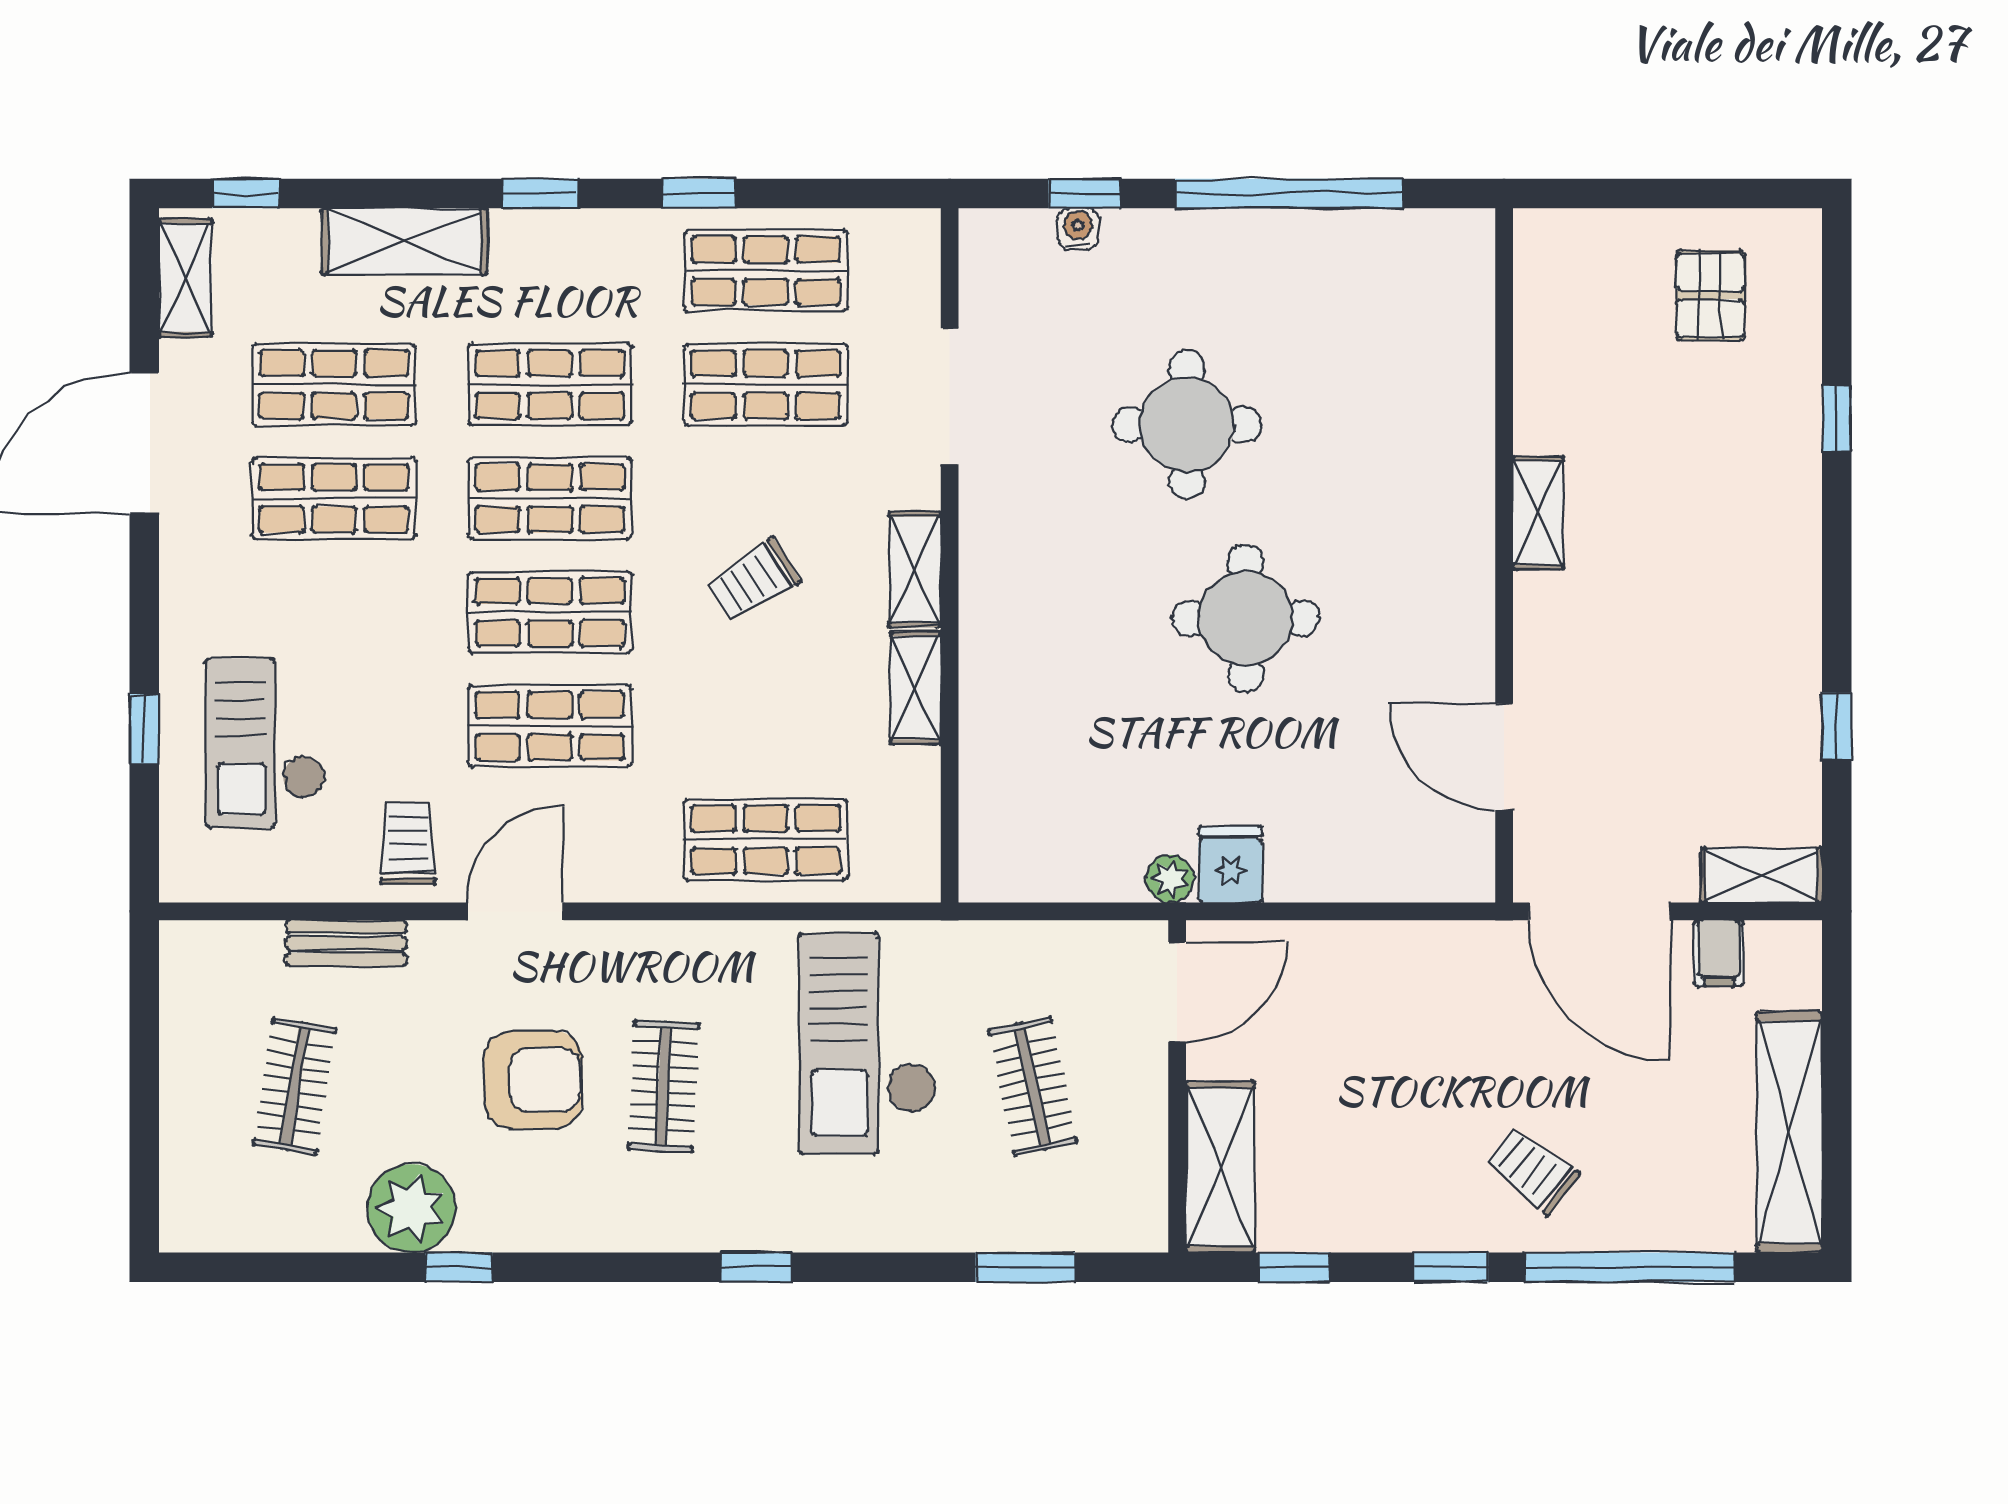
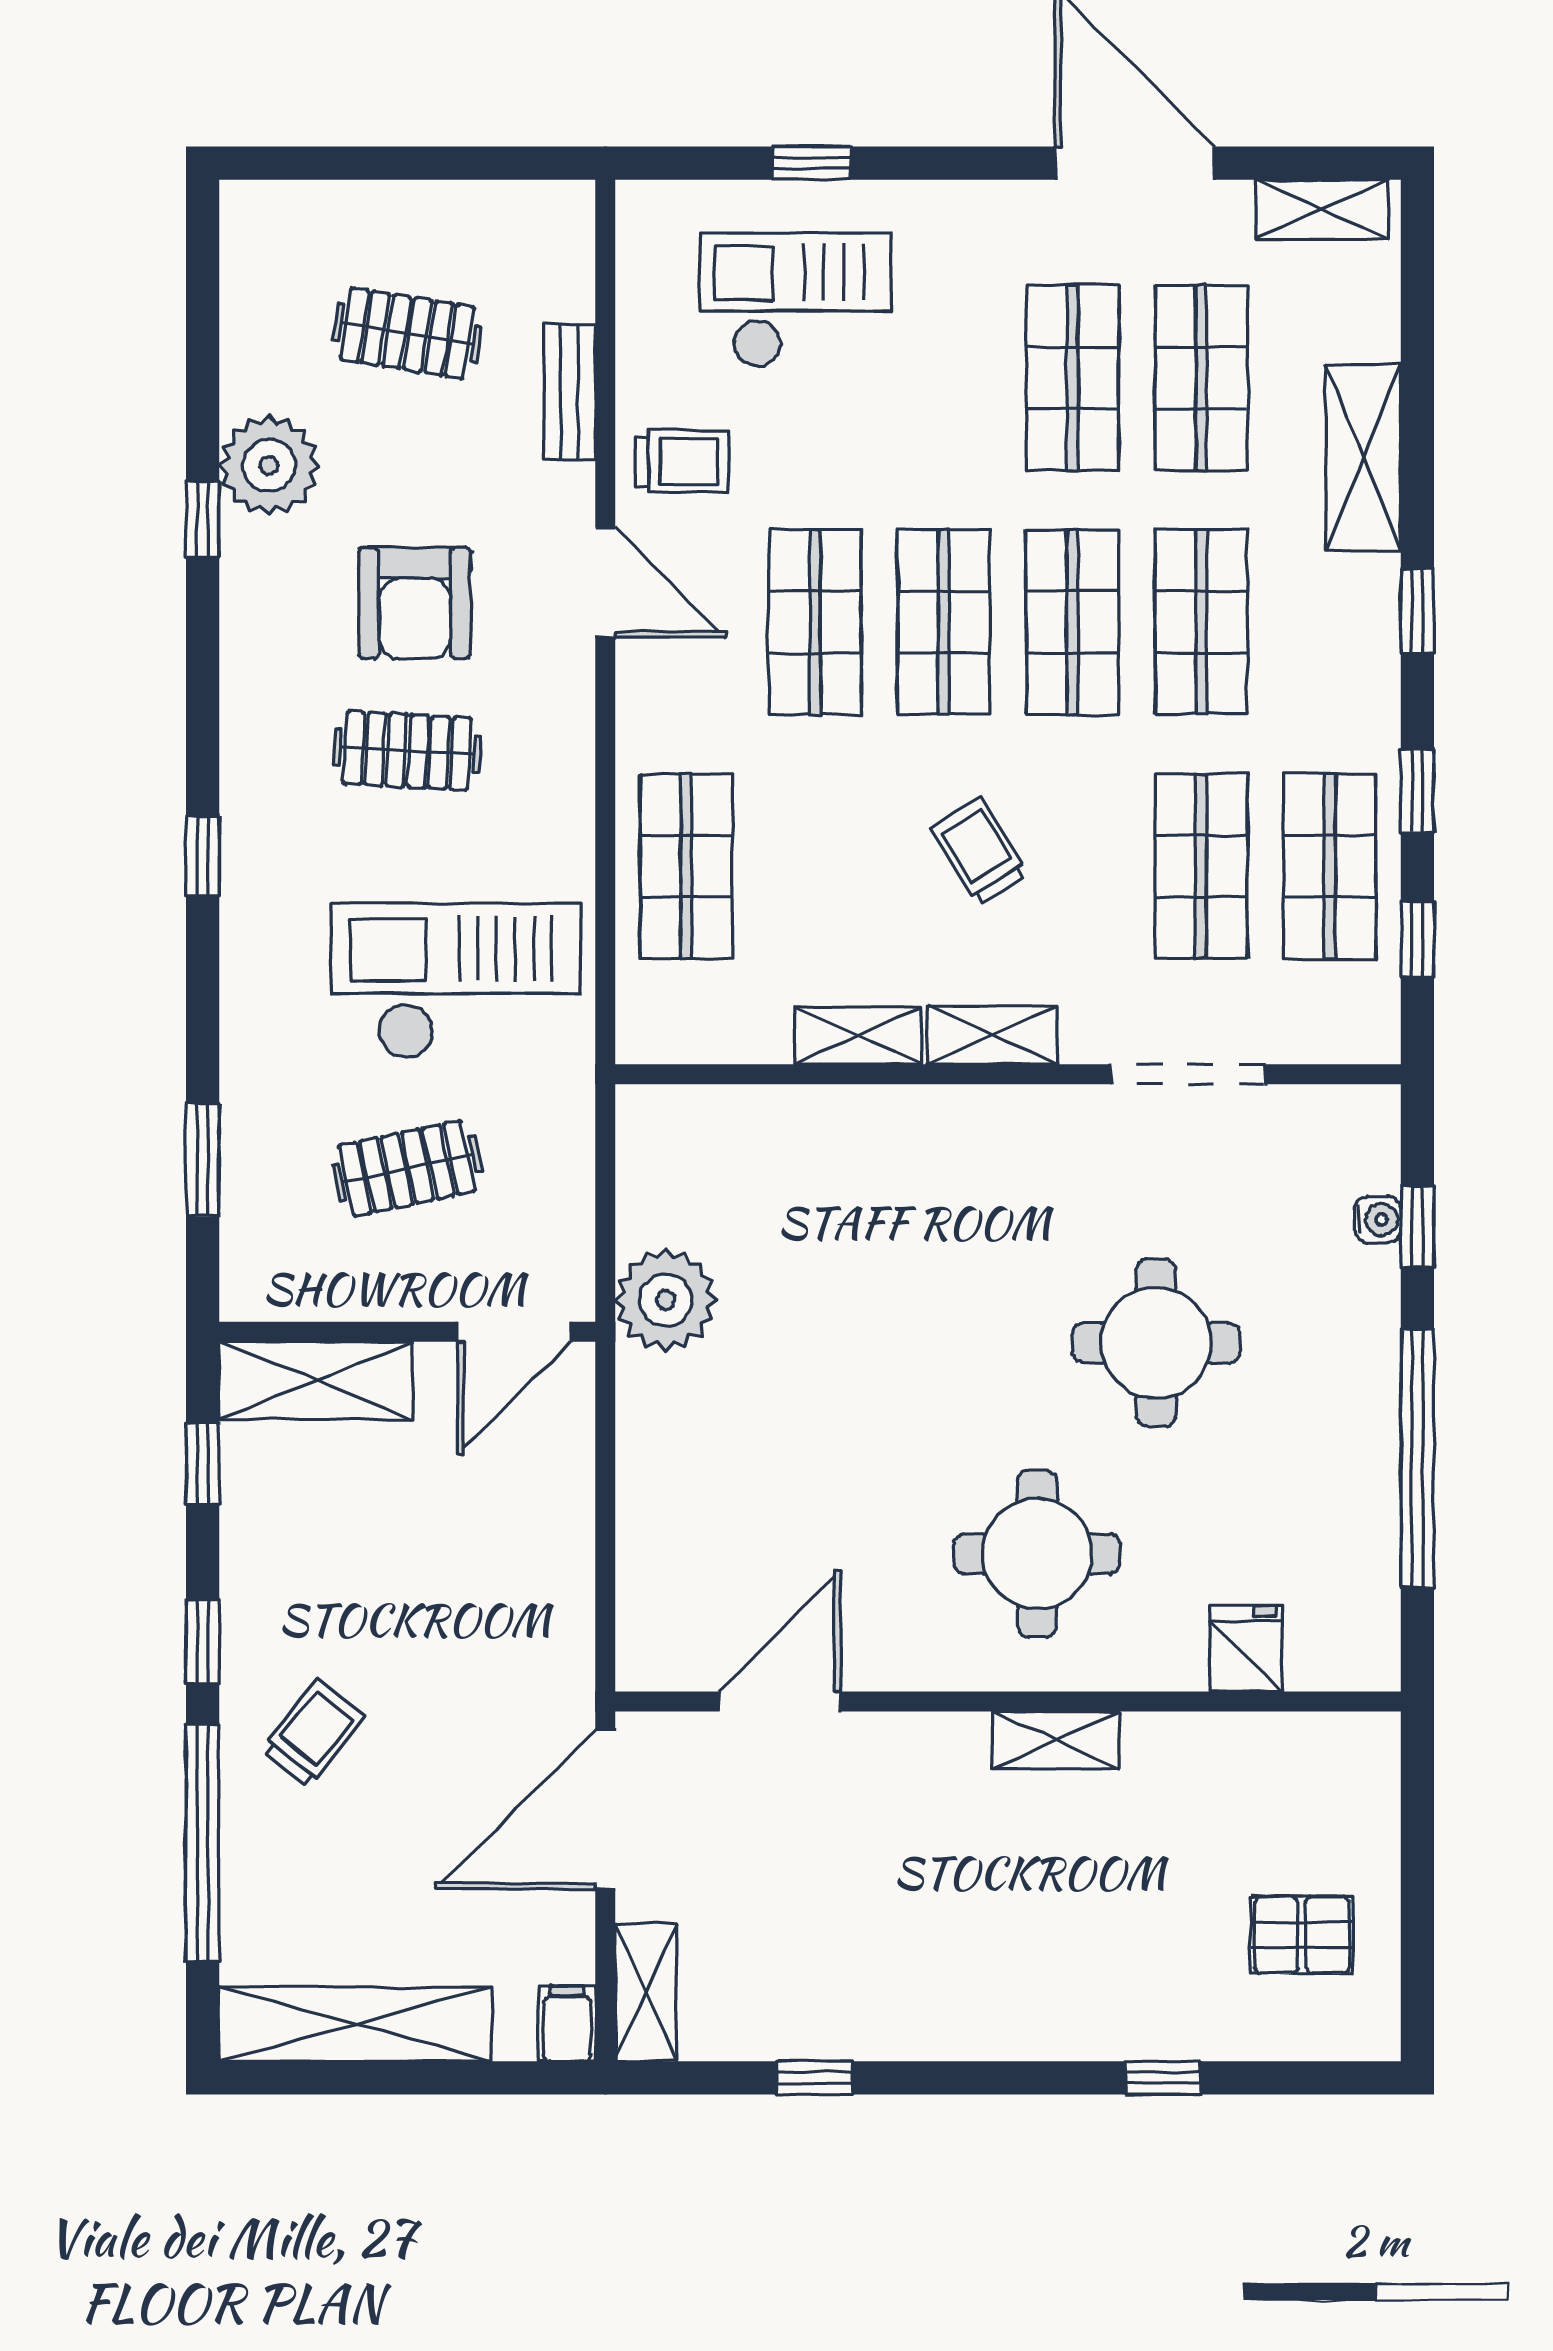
window: (246, 193) -> (1417, 939), moved
round table: (1246, 618) -> (1037, 1554), moved
fridge: (1230, 864) -> (1246, 1648), moved, turned -90
plant: (1170, 879) -> (666, 1300), width x1.88, depth x1.88
filing cabinet: (1719, 953) -> (567, 2024), moved, turned 90
door: (1177, 992) -> (514, 1332), hinge flipped

